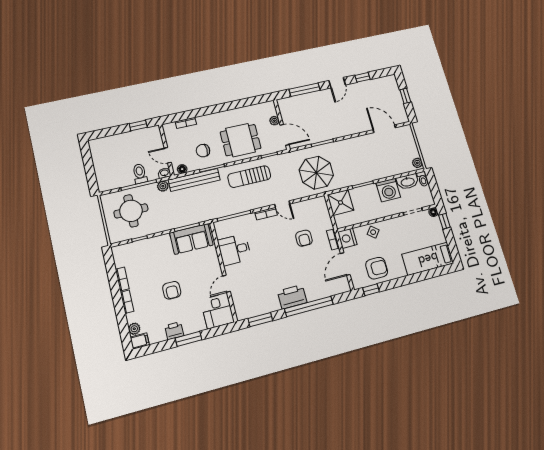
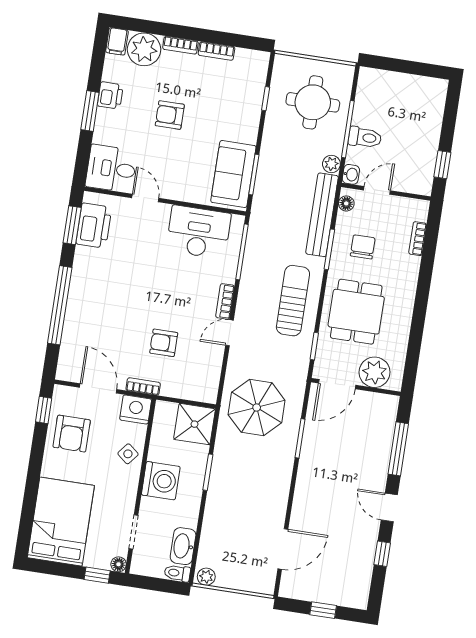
plant: (274, 121) -> (375, 372), width x1.88, depth x1.88
washing machine: (388, 190) -> (161, 481), moved, turned 180
desk: (234, 250) -> (198, 232), width x1.37
bed: (428, 259) -> (61, 522), width x1.50
printer: (292, 297) -> (94, 226), moved
plant: (134, 329) -> (144, 49), width x1.87, depth x1.87

